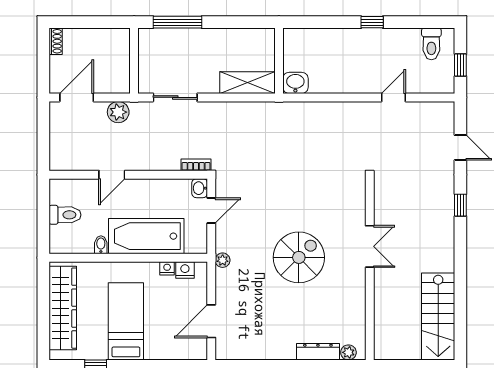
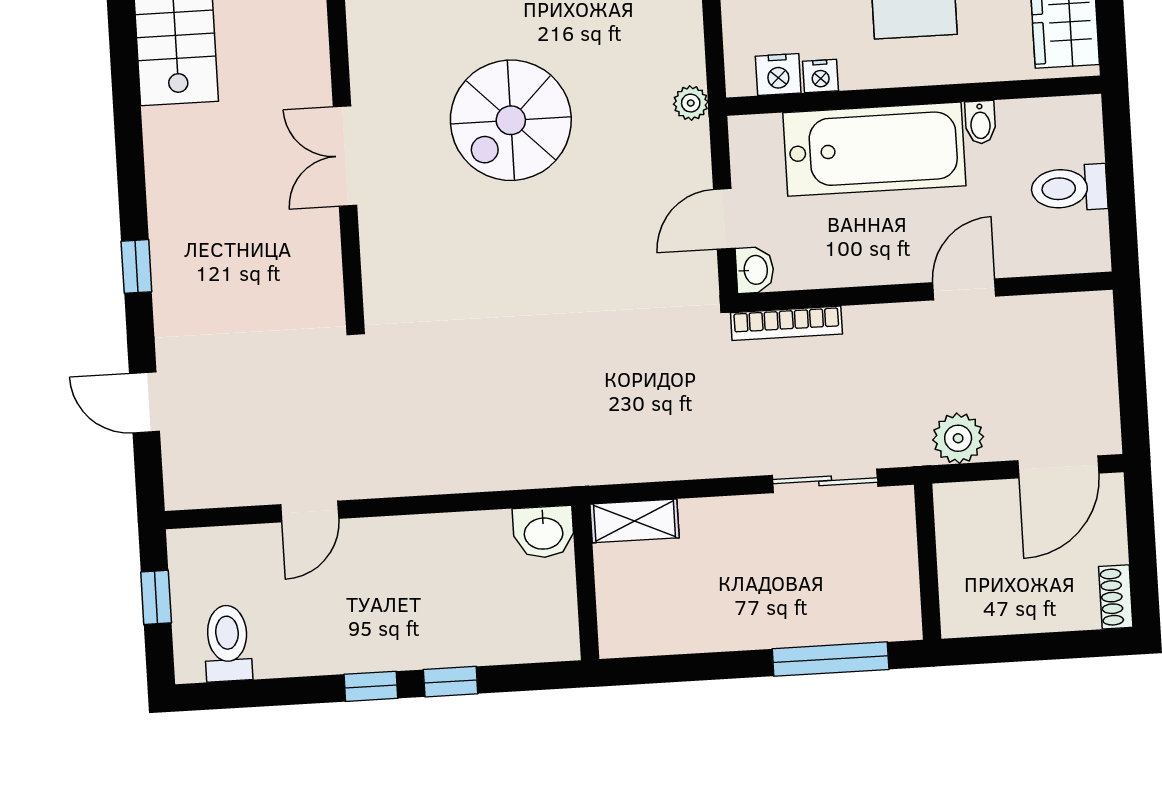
window: (338, 22) -> (451, 682), added
shelving: (248, 83) -> (635, 521), width x0.67, depth x0.75
bookcase: (196, 165) -> (786, 323), width x1.56

